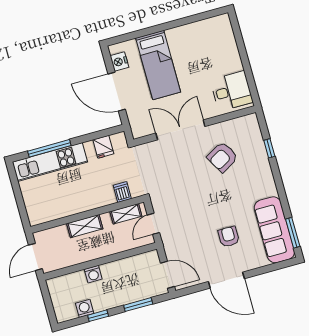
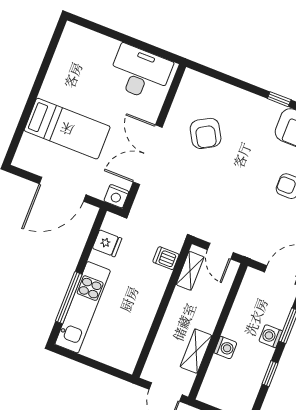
nightstand: (119, 62) -> (116, 196), moved
desk: (232, 91) -> (140, 73), width x1.37
window: (269, 148) -> (279, 99), moved
shelving: (85, 226) -> (196, 351), moved
washing machine: (85, 308) -> (271, 336), moved

